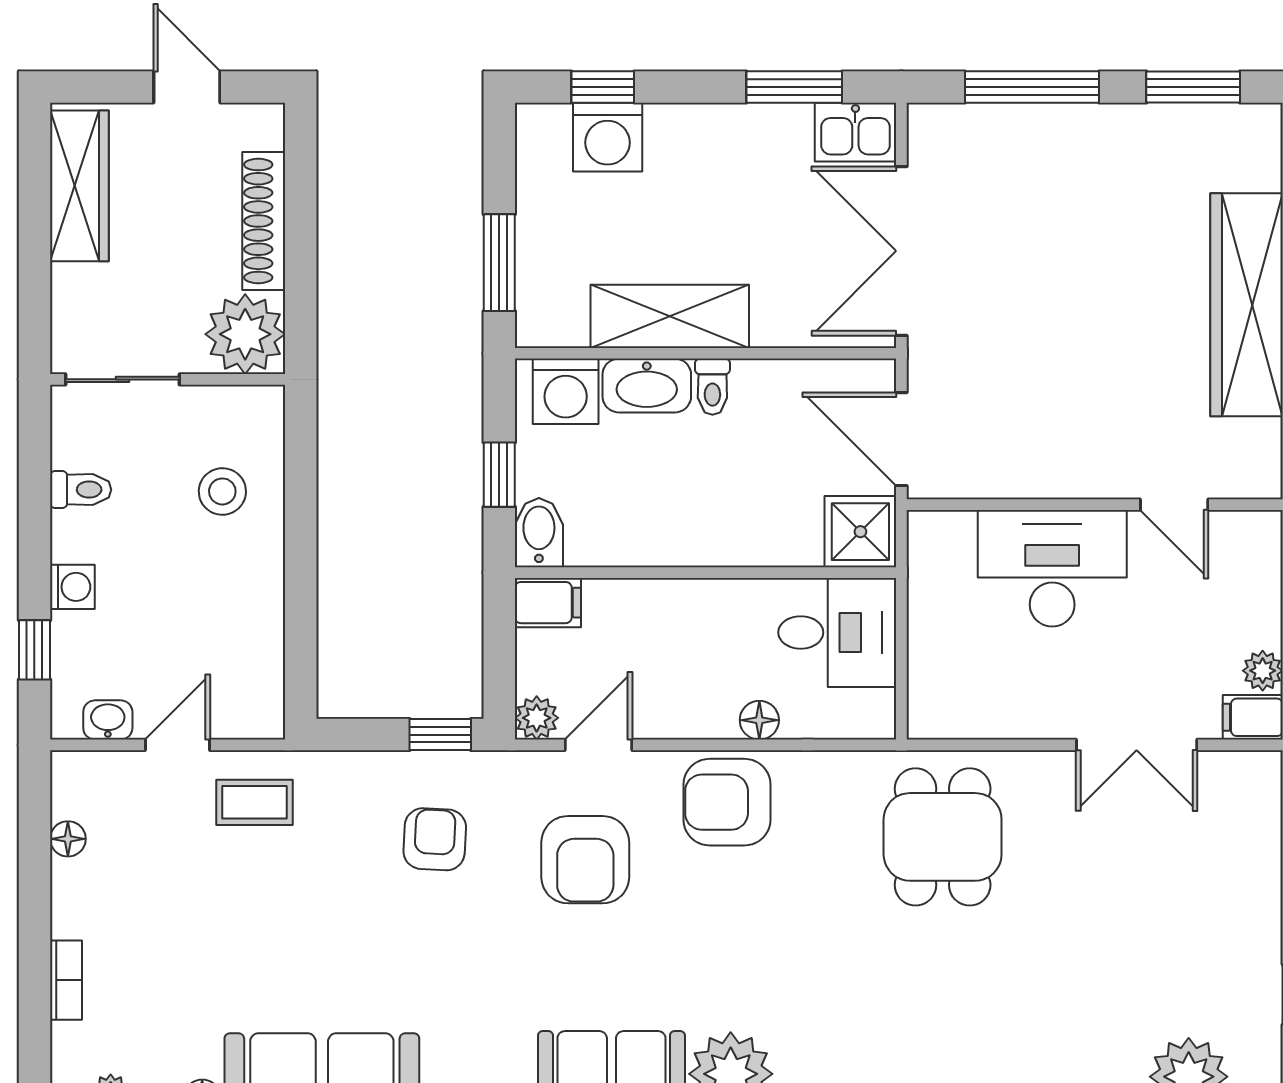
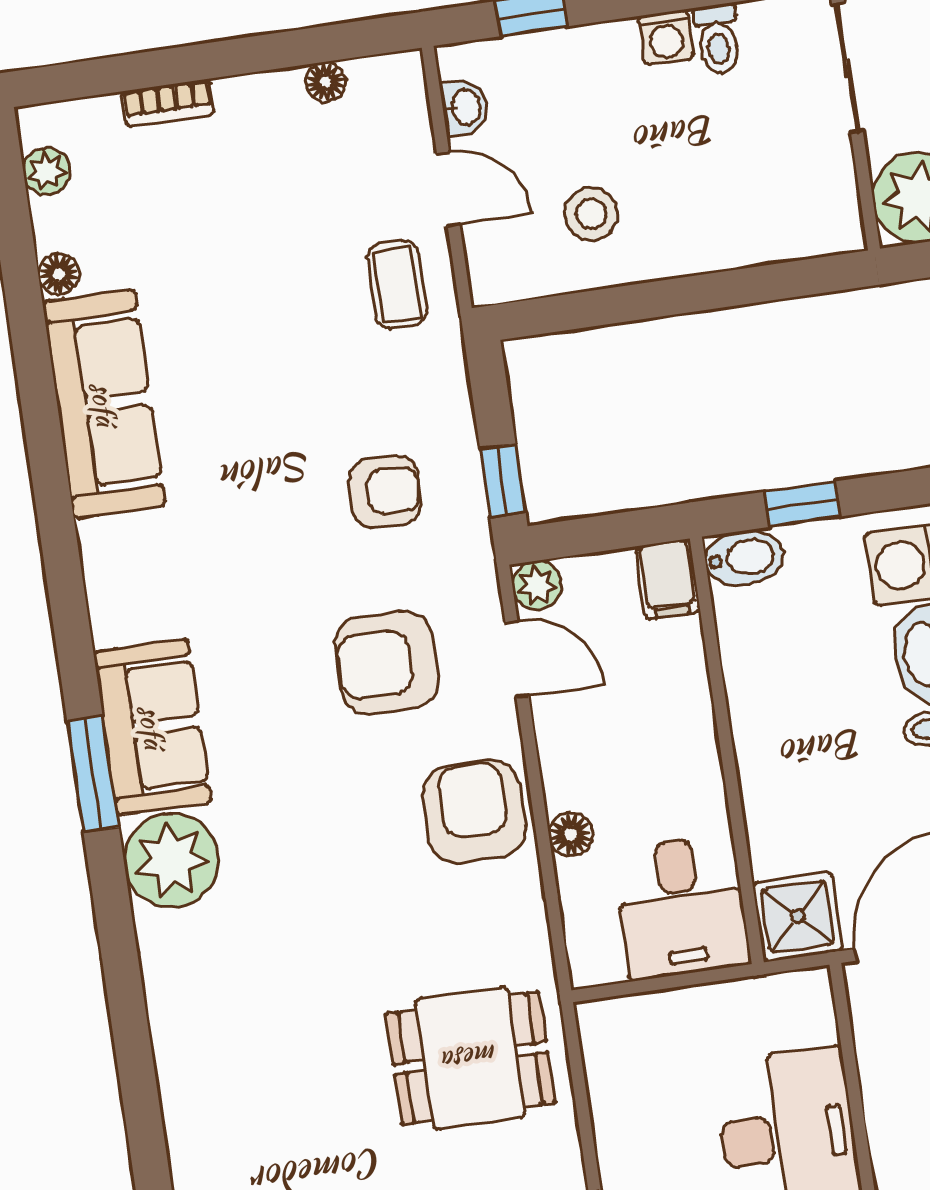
stool: (222, 491) -> (591, 214), moved
washing machine: (72, 587) -> (666, 37), moved

